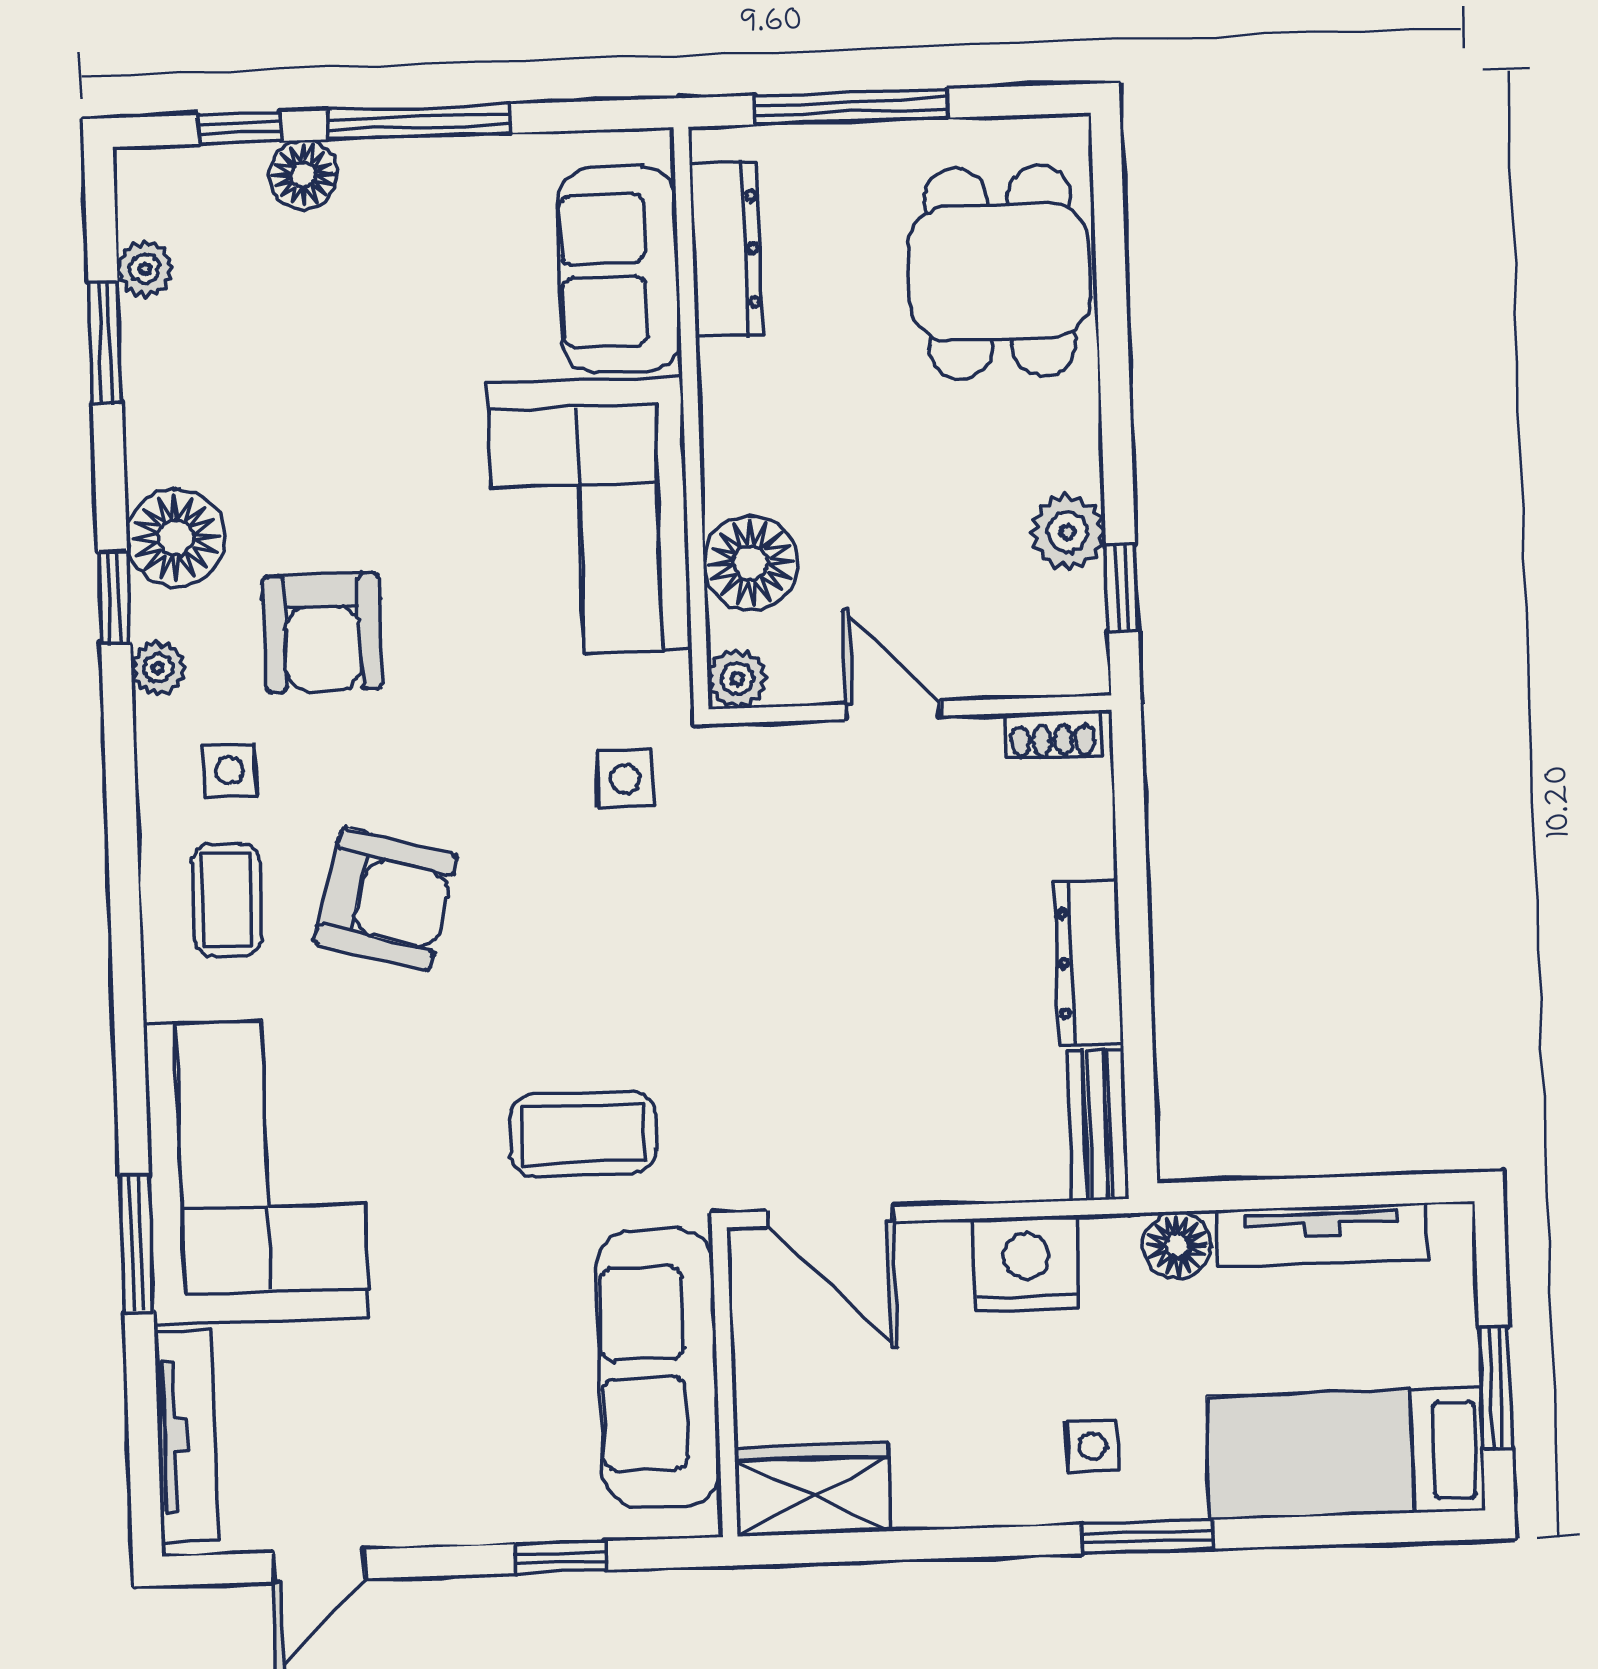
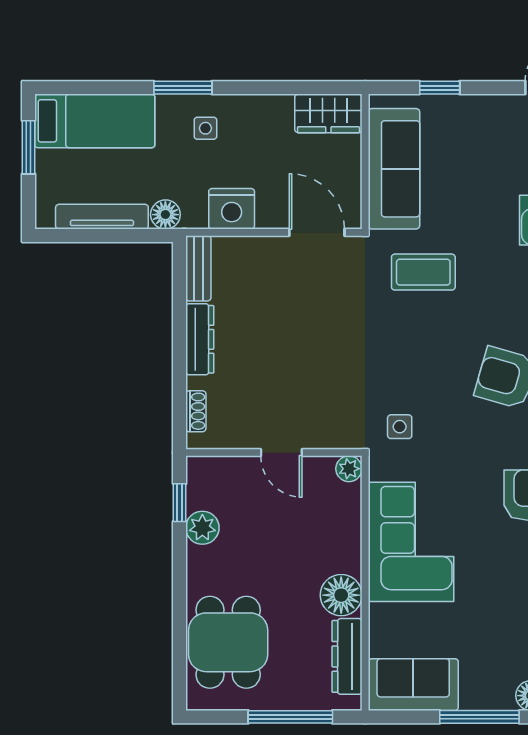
sofa: (619, 270) -> (413, 685), moved, turned -90
floor lamp: (751, 563) -> (341, 595), moved
shoe rack: (1053, 735) -> (196, 411), moved, turned 90

